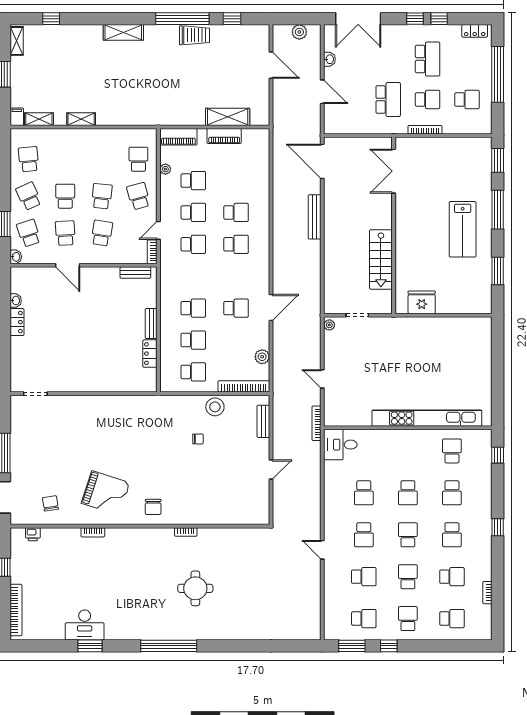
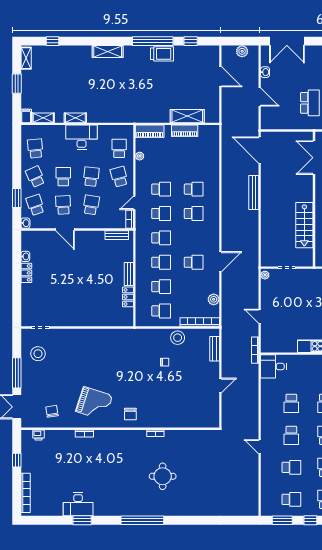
desk: (89, 144) -> (82, 137), added
school desk: (193, 181) -> (161, 238), moved
stool: (32, 428) -> (38, 354), added

